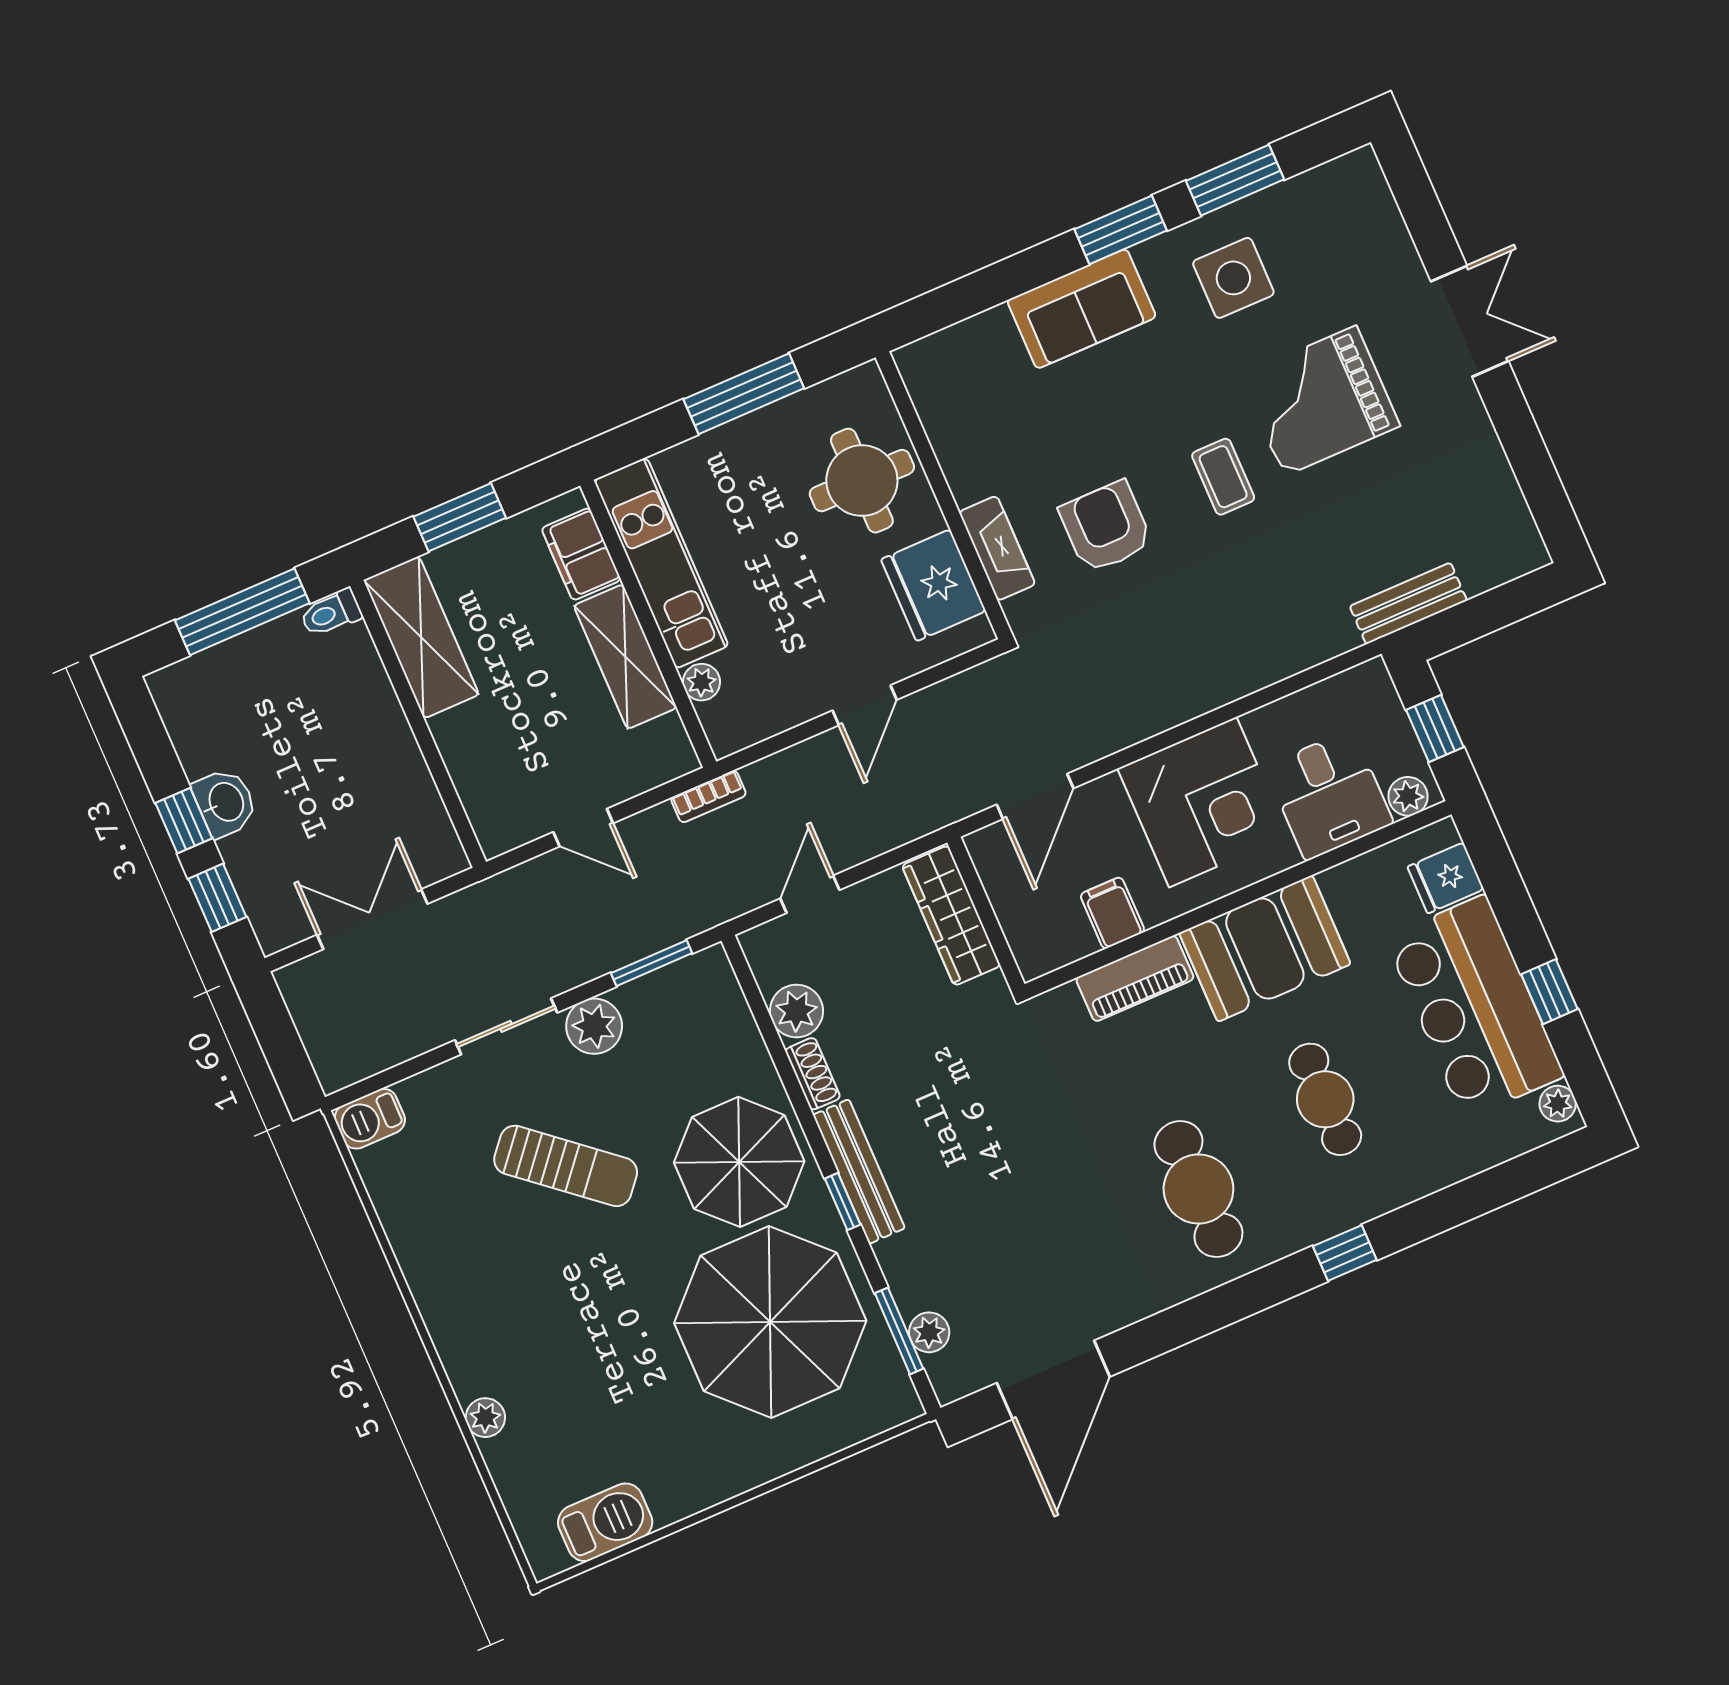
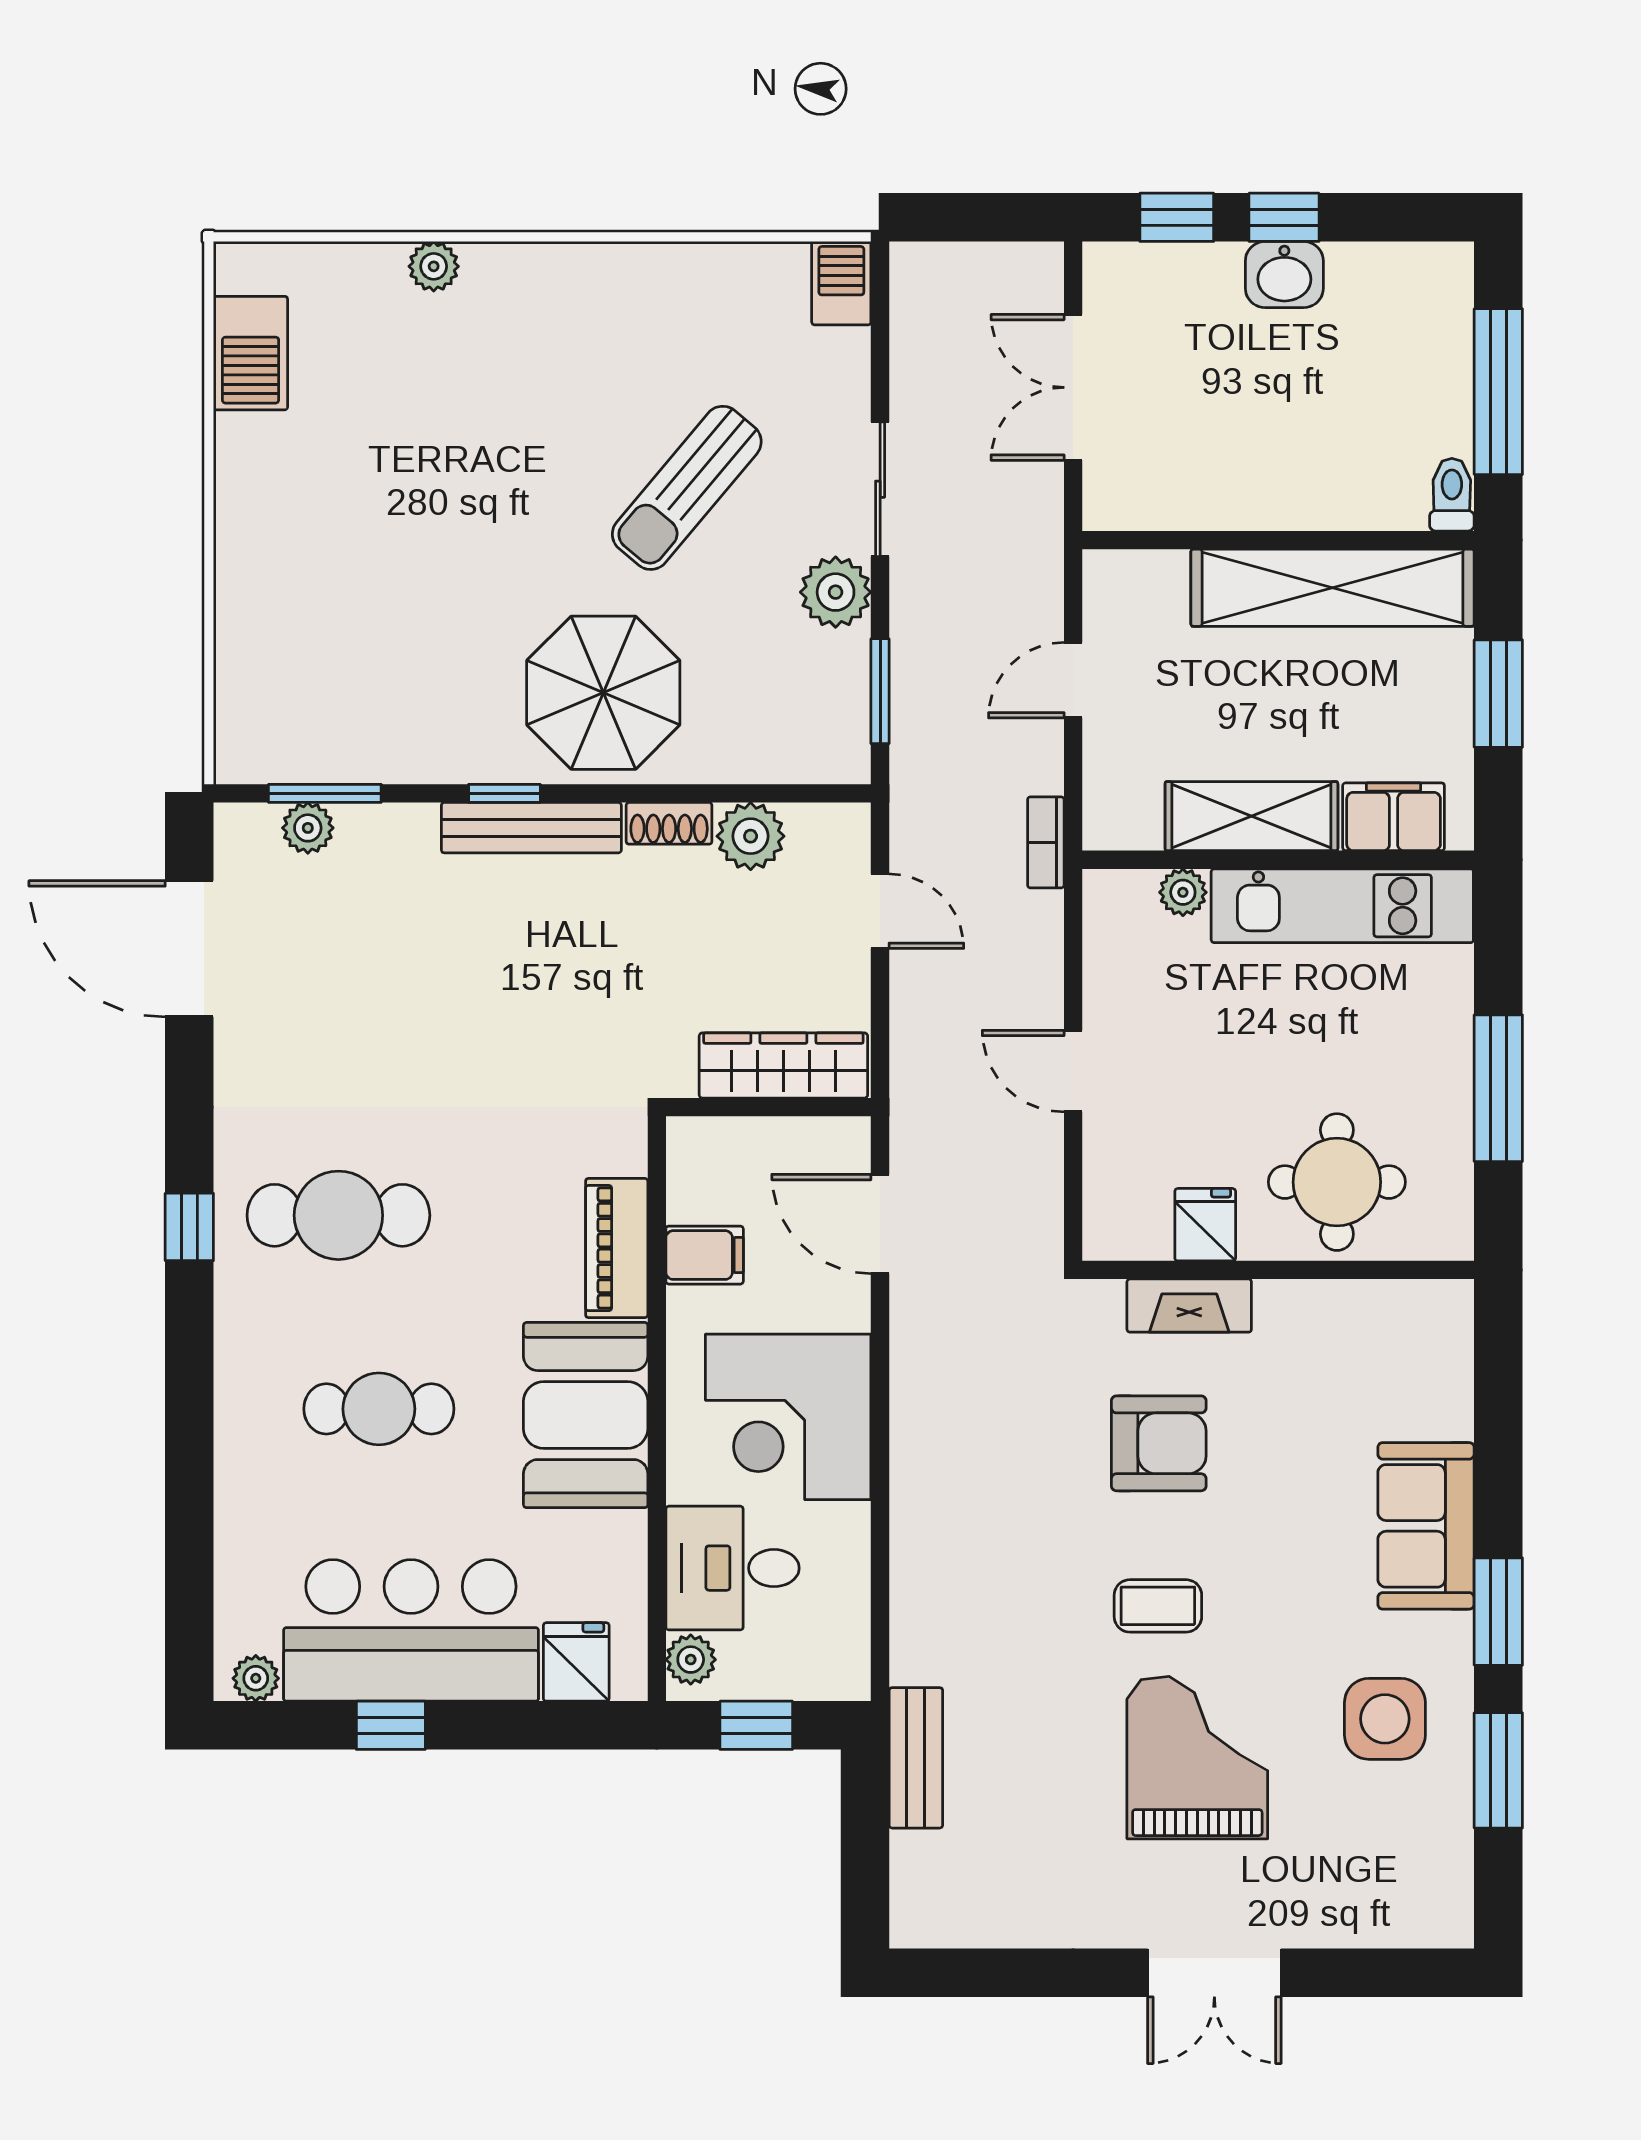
fridge: (933, 585) -> (1205, 1225), width x0.53, depth x0.75
shelving: (421, 637) -> (1332, 588), width x1.47
double door: (372, 919) -> (1073, 387), swing flipped
window: (1345, 1253) -> (189, 1227), moved
parasol: (770, 1322) -> (401, 648), removed

